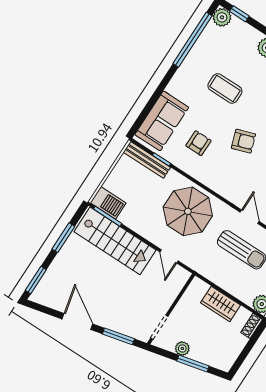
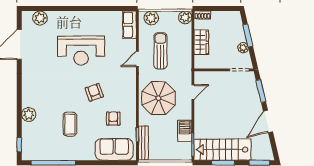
plant: (222, 17) -> (28, 154), removed
armchair: (198, 143) -> (113, 119), turned 90
barbecue: (108, 203) -> (185, 131), moved
stairs: (115, 241) -> (222, 150), moved, turned -90

